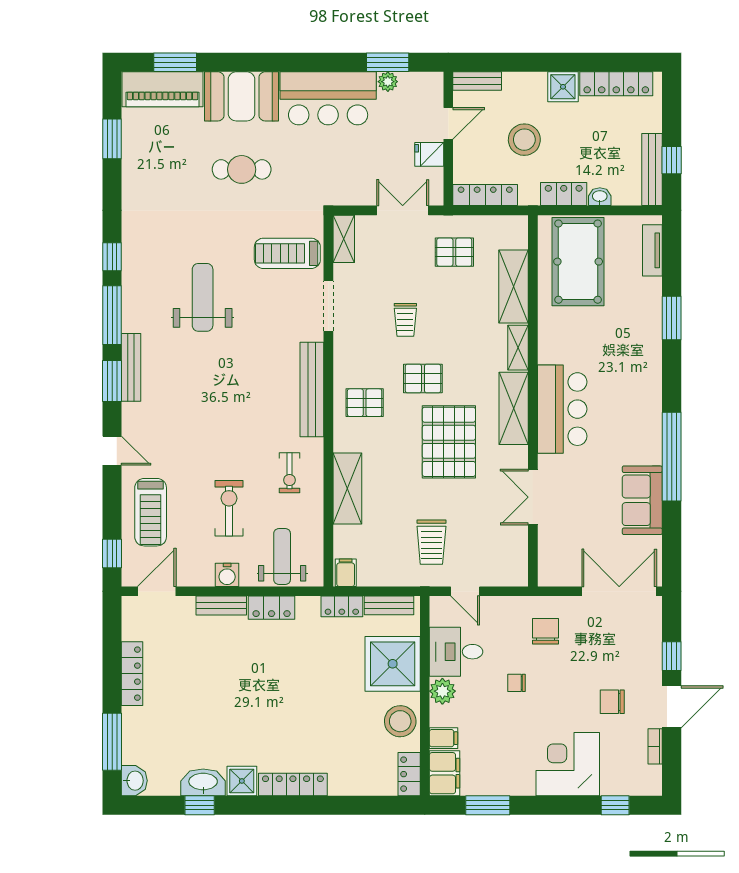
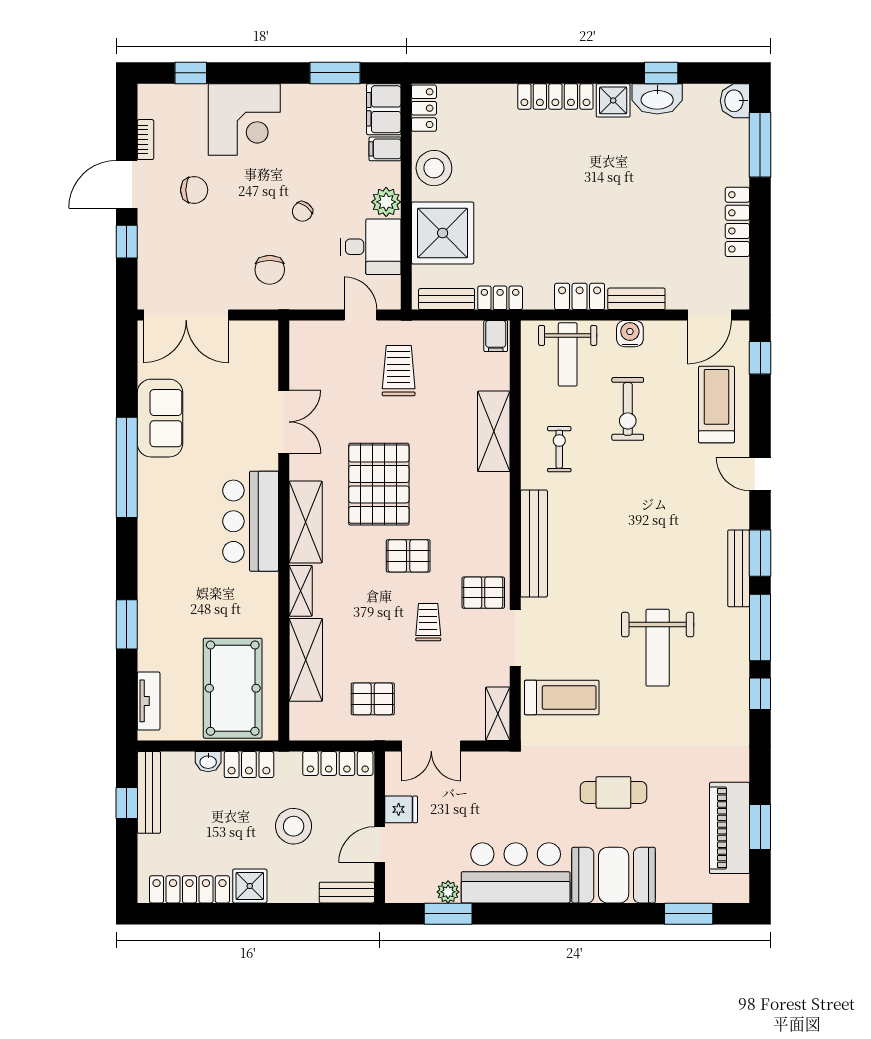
piano: (162, 89) -> (730, 828), moved, turned -90
pallet: (365, 403) -> (483, 593), moved
chair: (516, 683) -> (302, 211), turned 126

